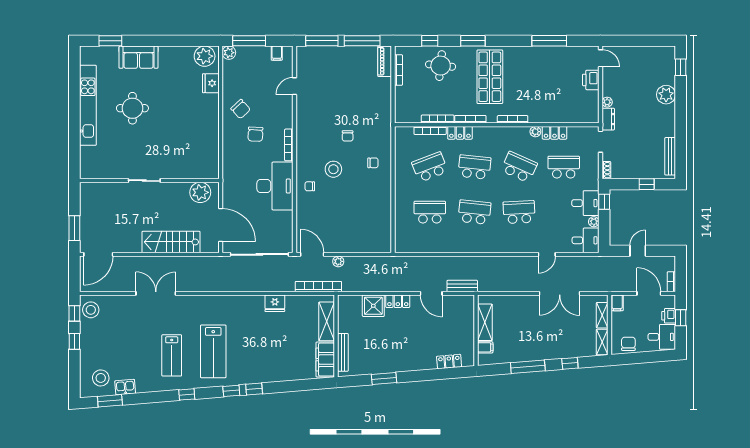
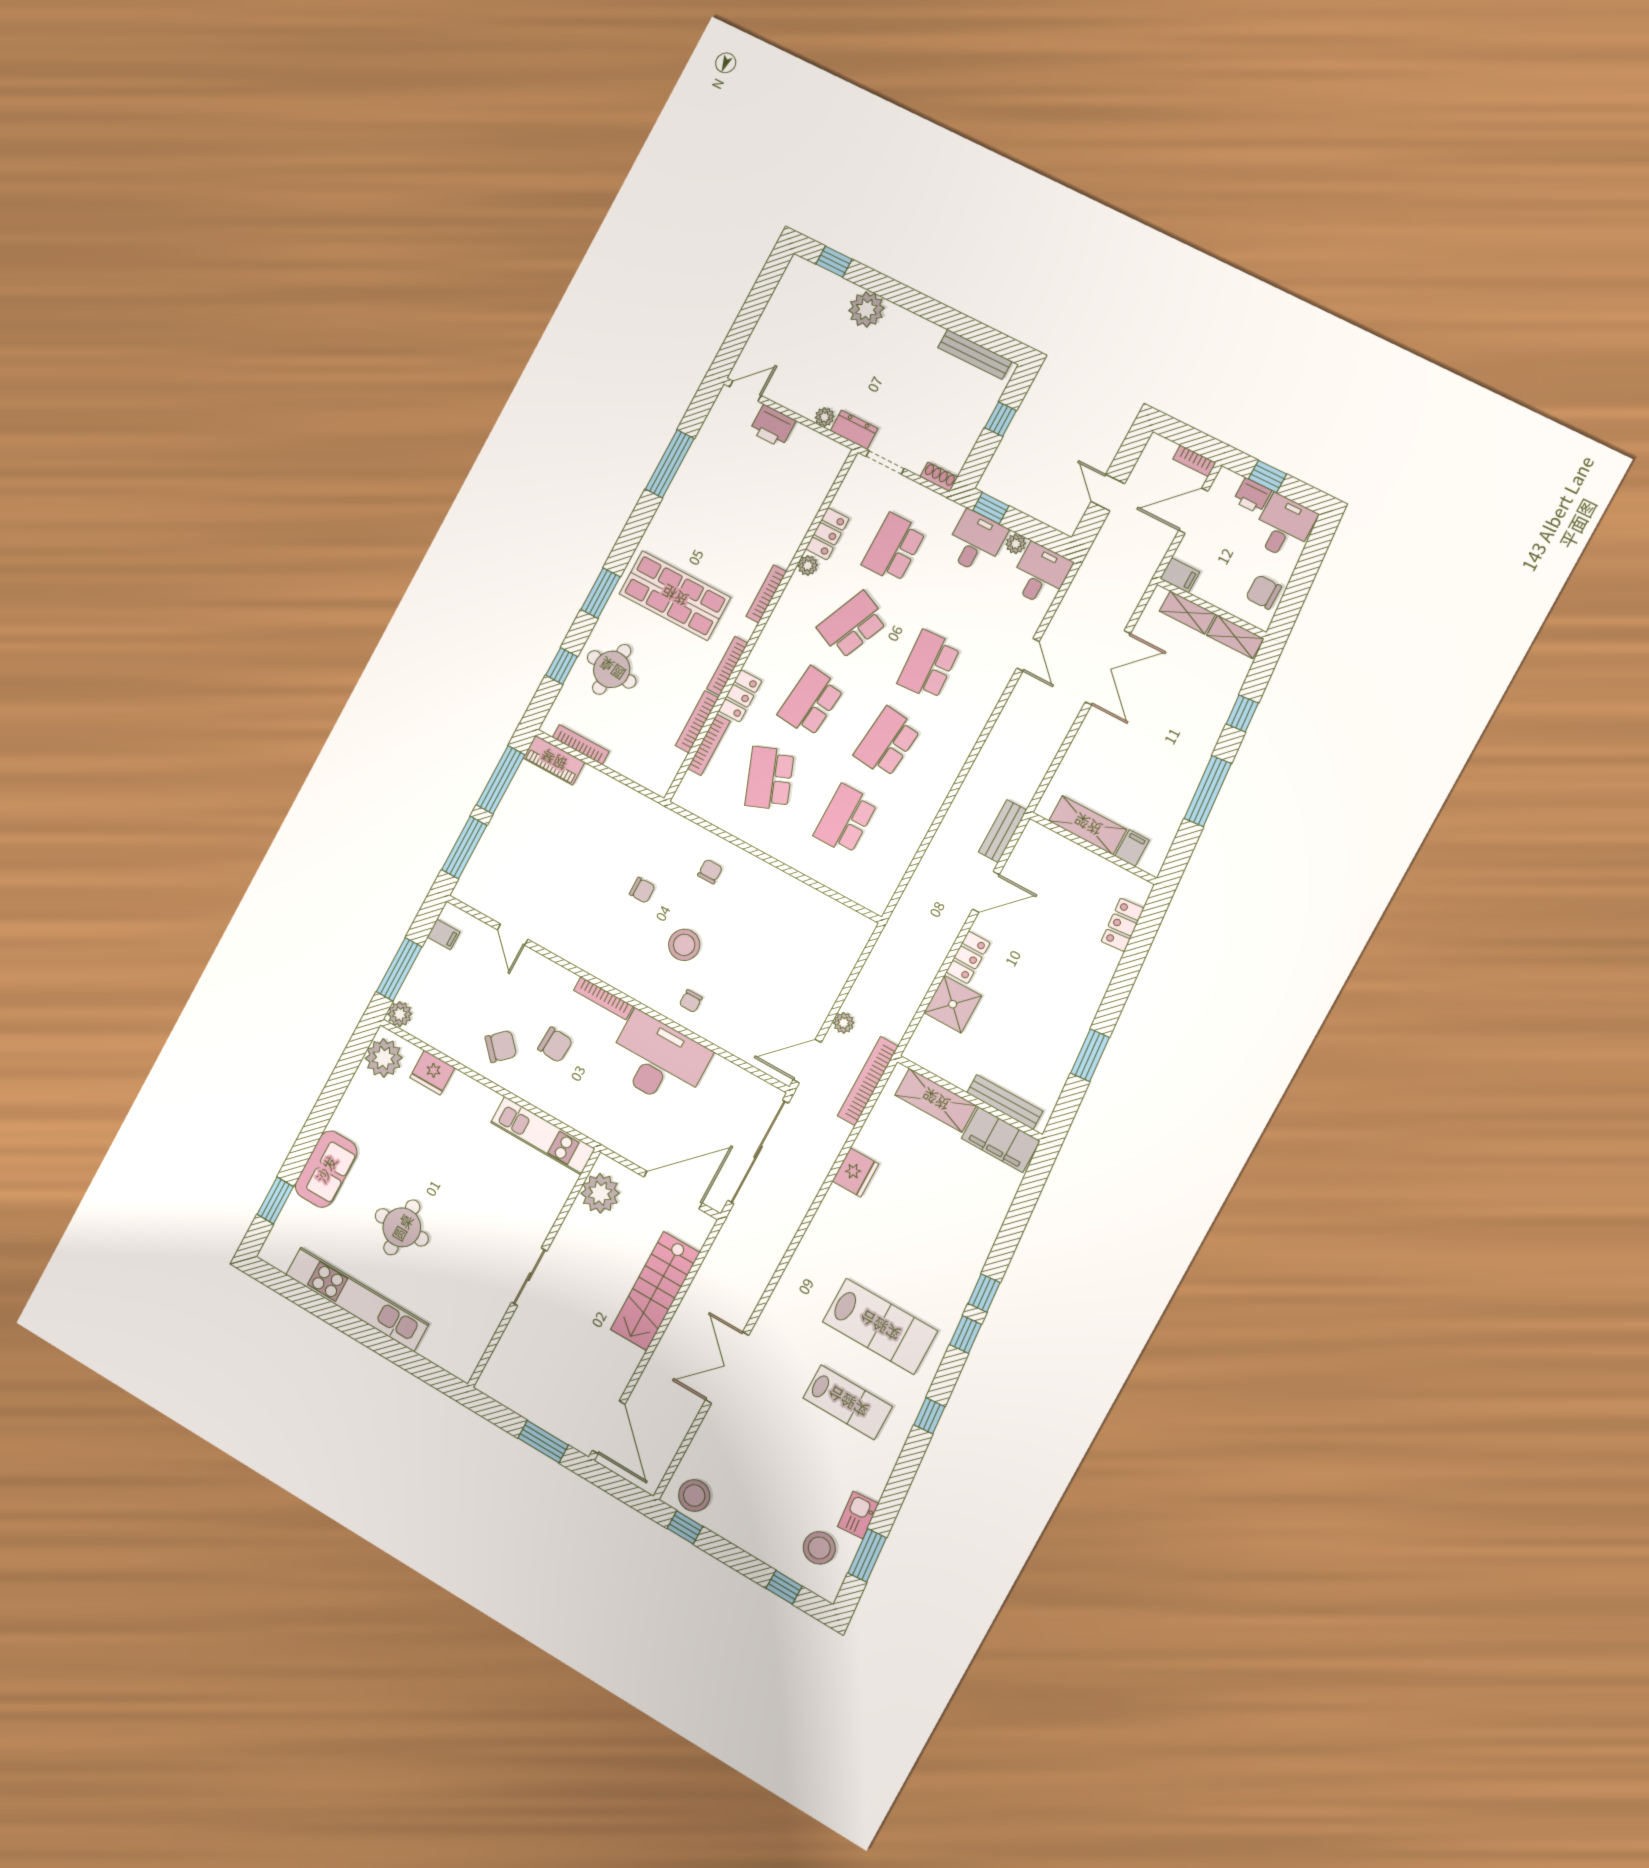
kitchen unit: (211, 151) -> (543, 1136), added
window: (74, 341) -> (784, 1587), moved

